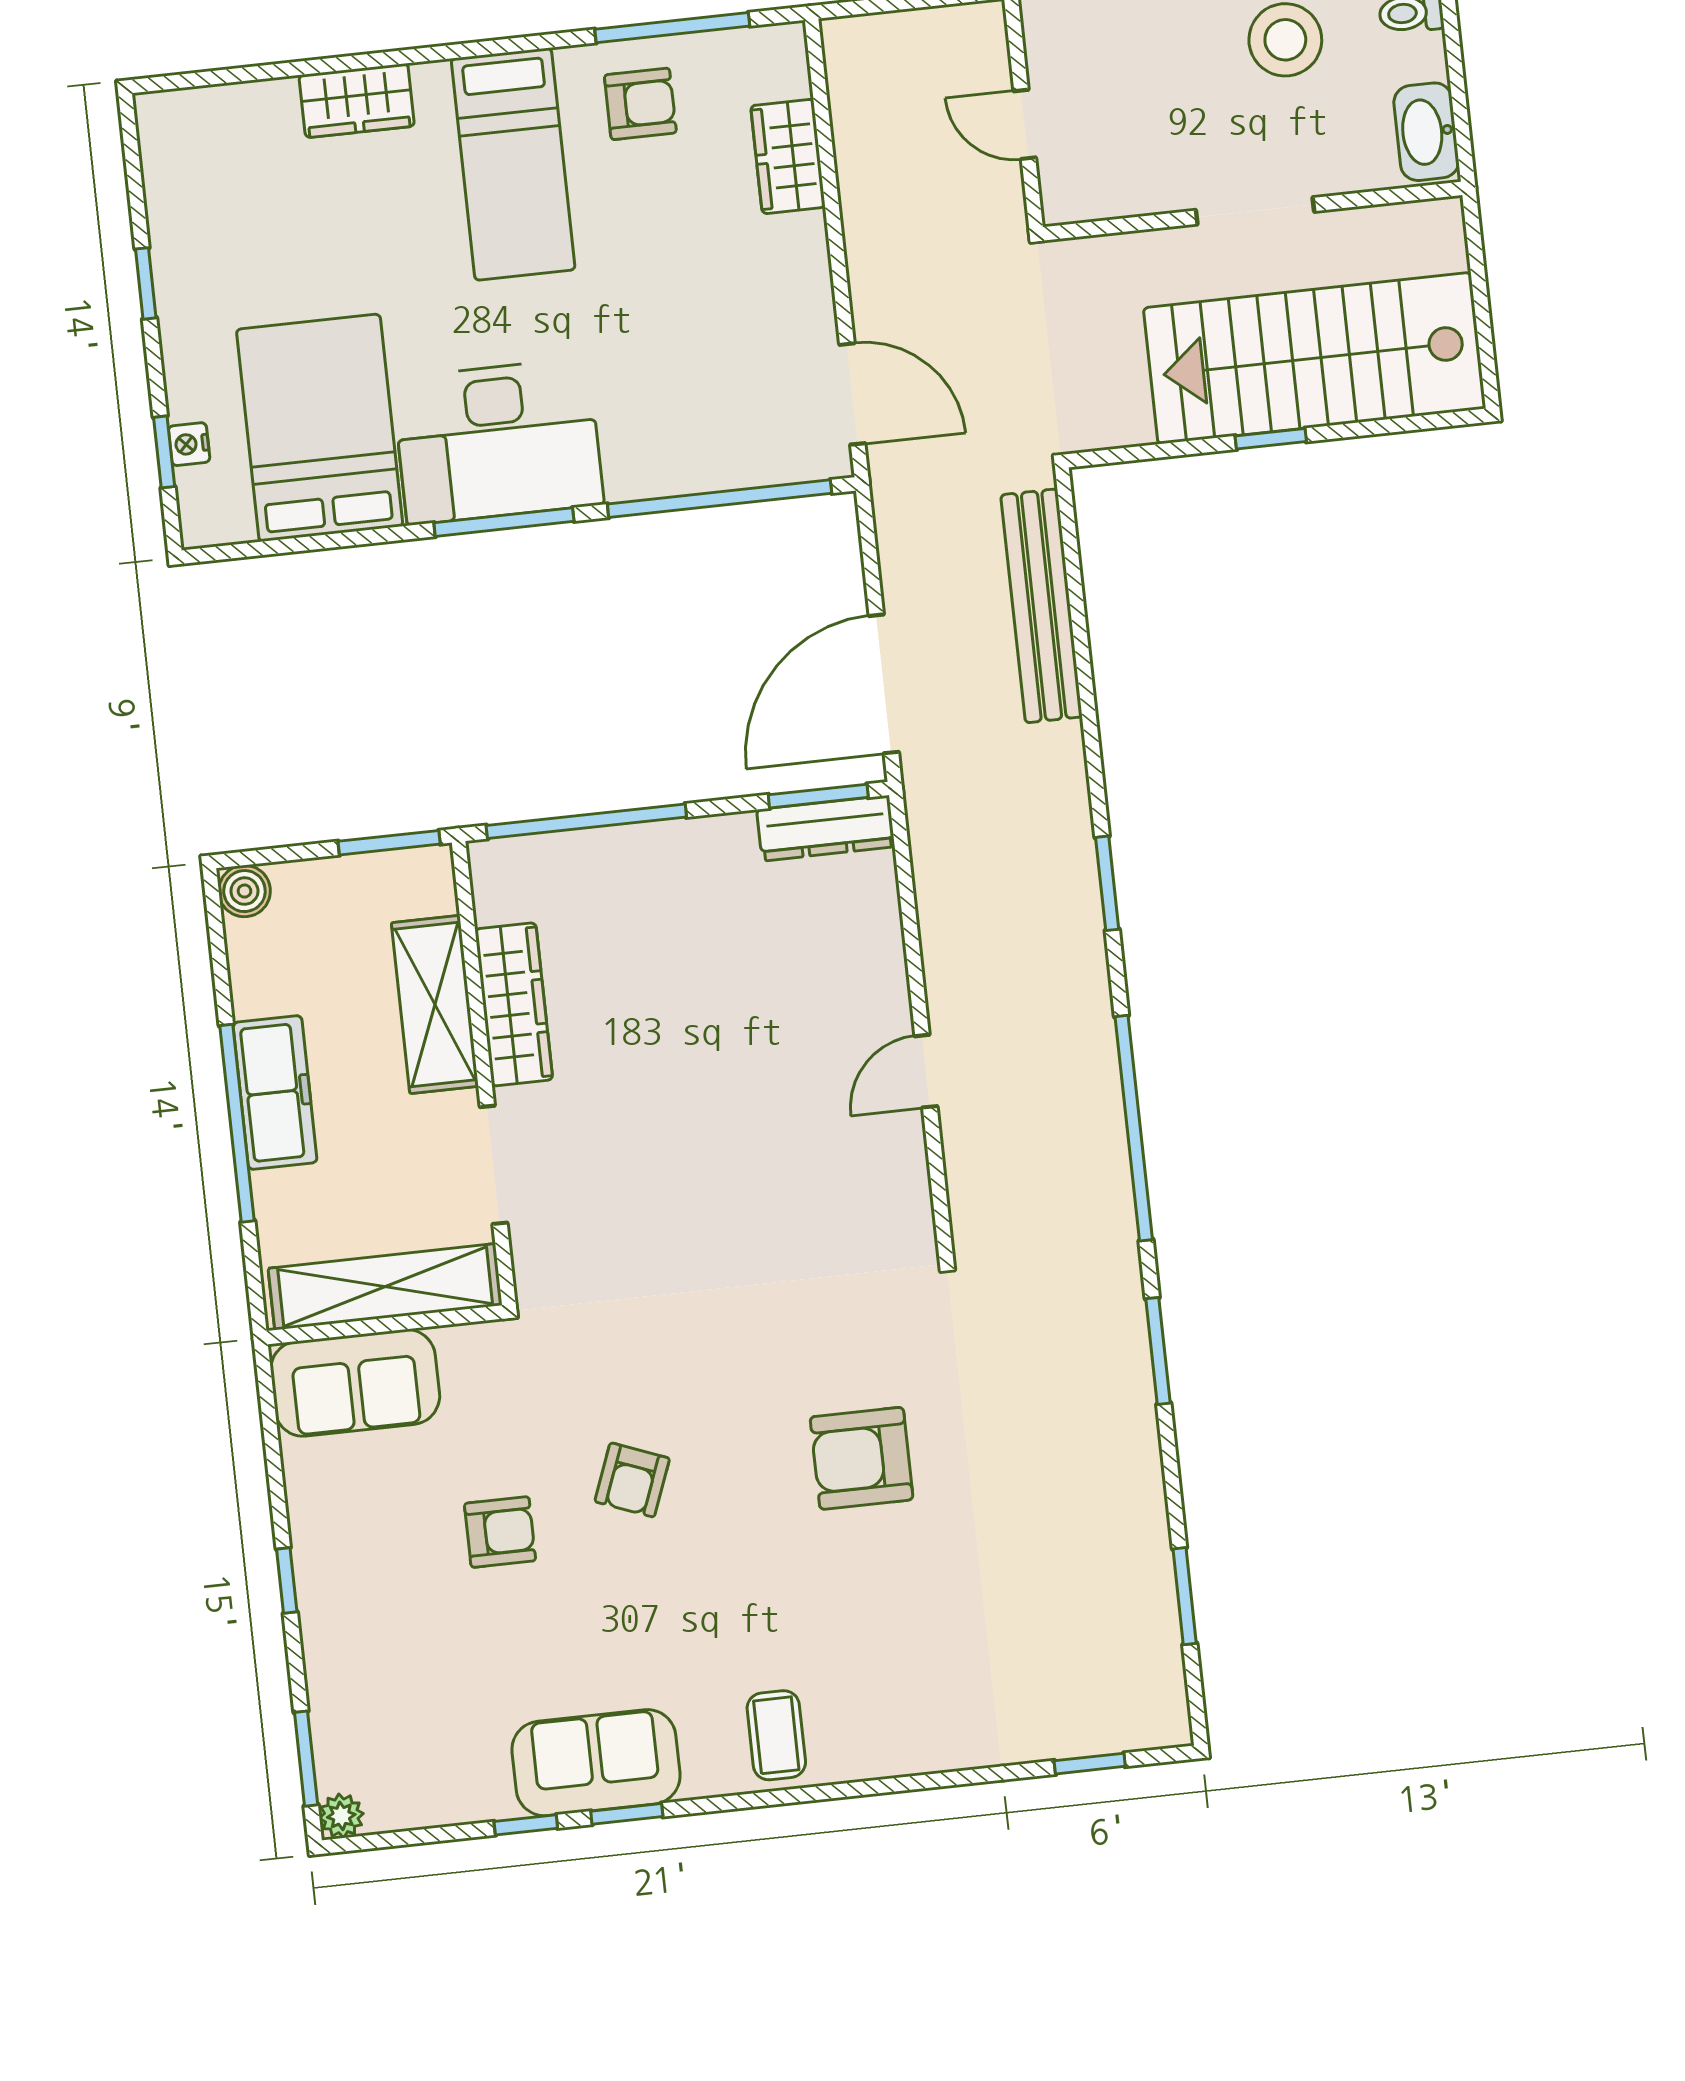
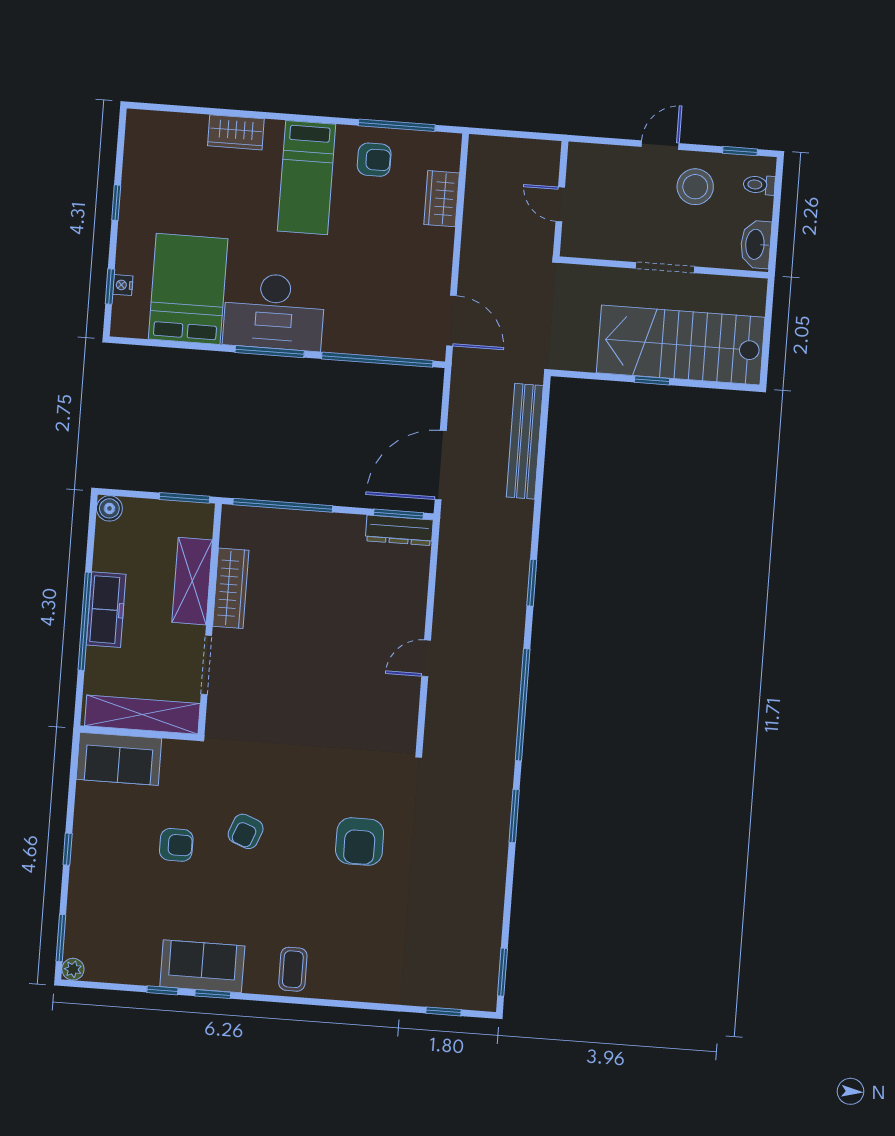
armchair: (862, 1458) -> (360, 842), turned -90
window: (1185, 1596) -> (502, 972), moved

